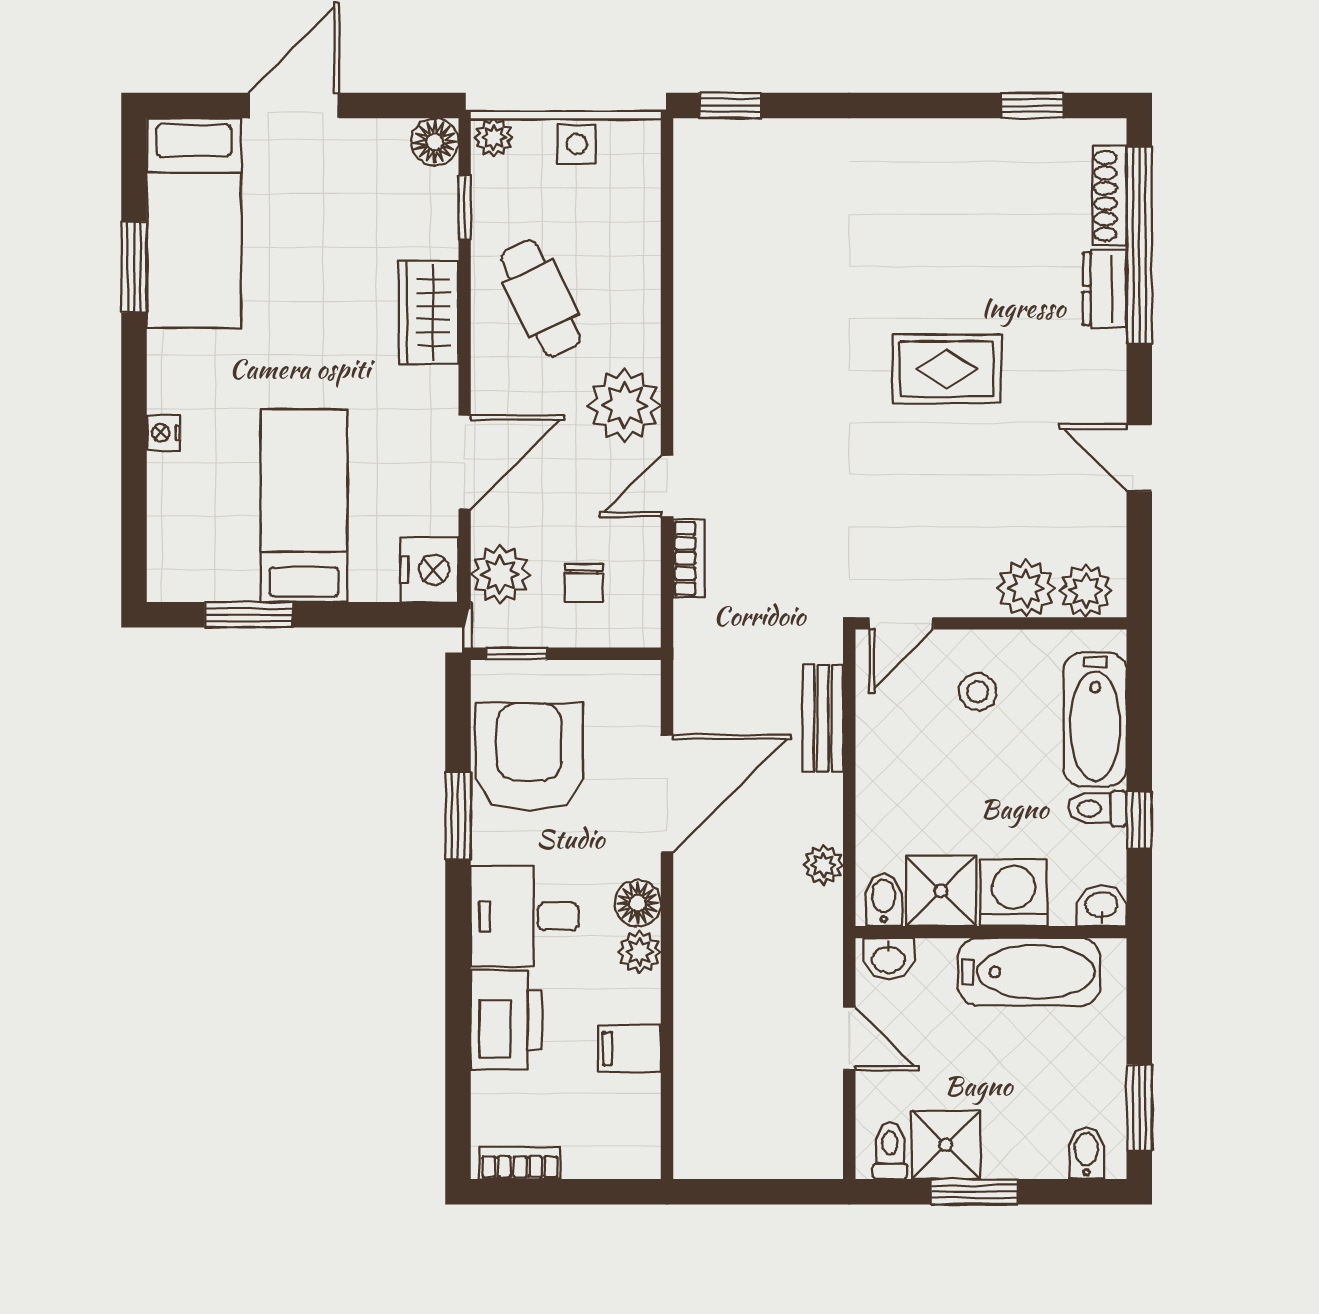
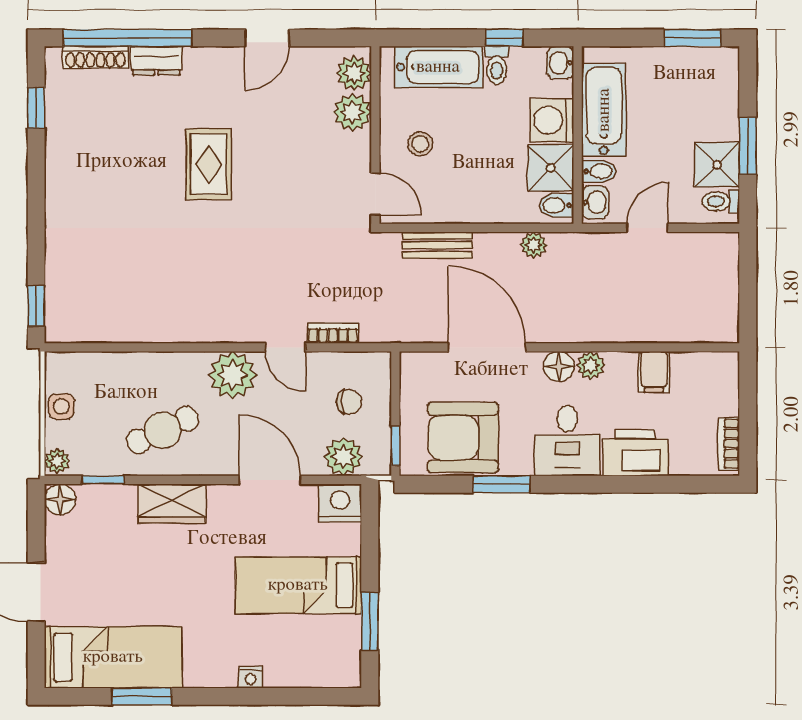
bidet: (1086, 1153) -> (599, 171), moved, turned 180

